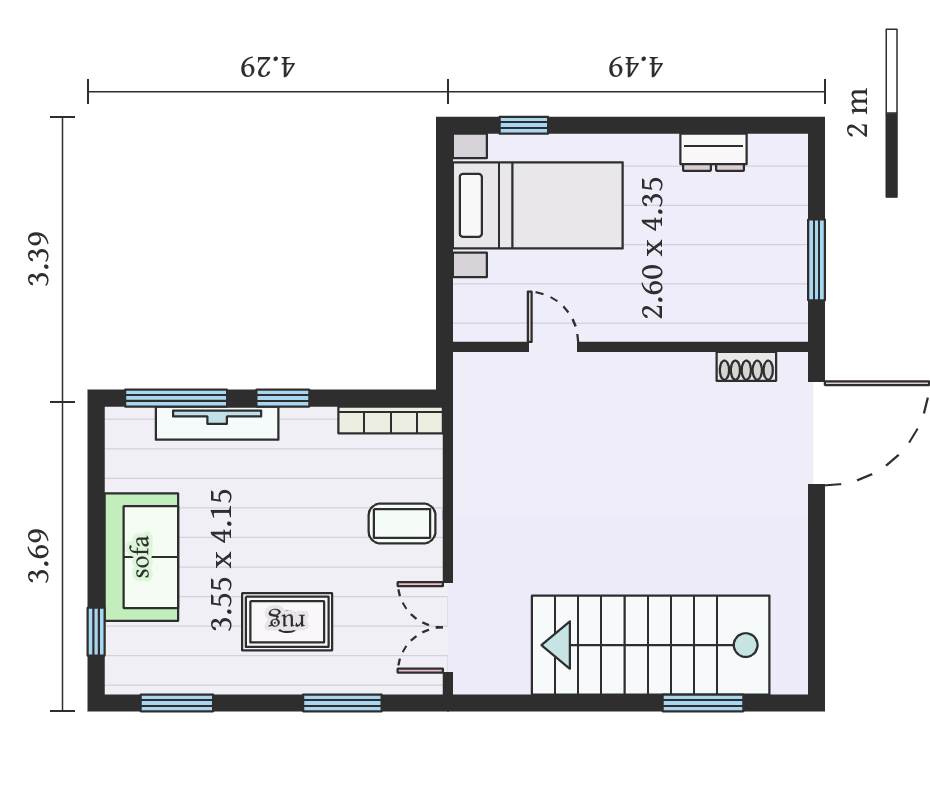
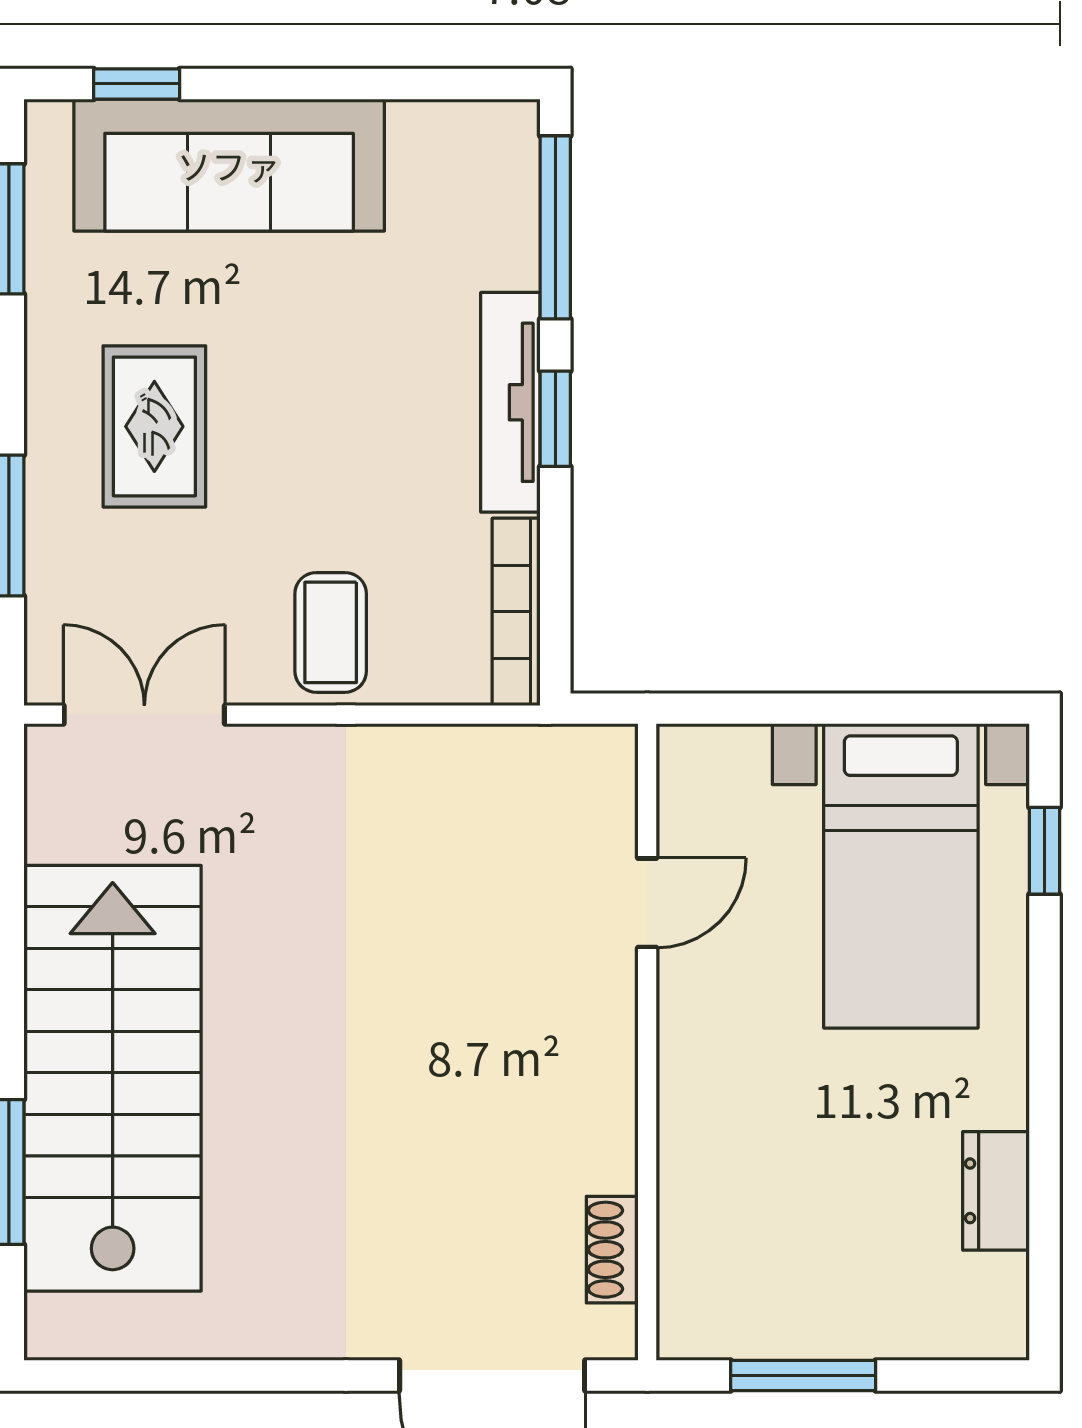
tv unit: (217, 423) -> (510, 402), moved
sofa: (141, 557) -> (229, 165), width x1.36

